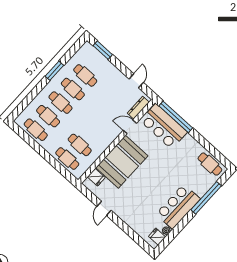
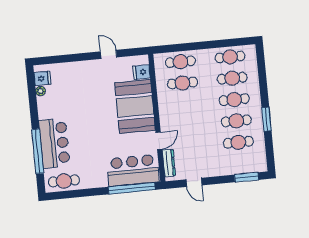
bar counter: (178, 207) -> (54, 143), moved

